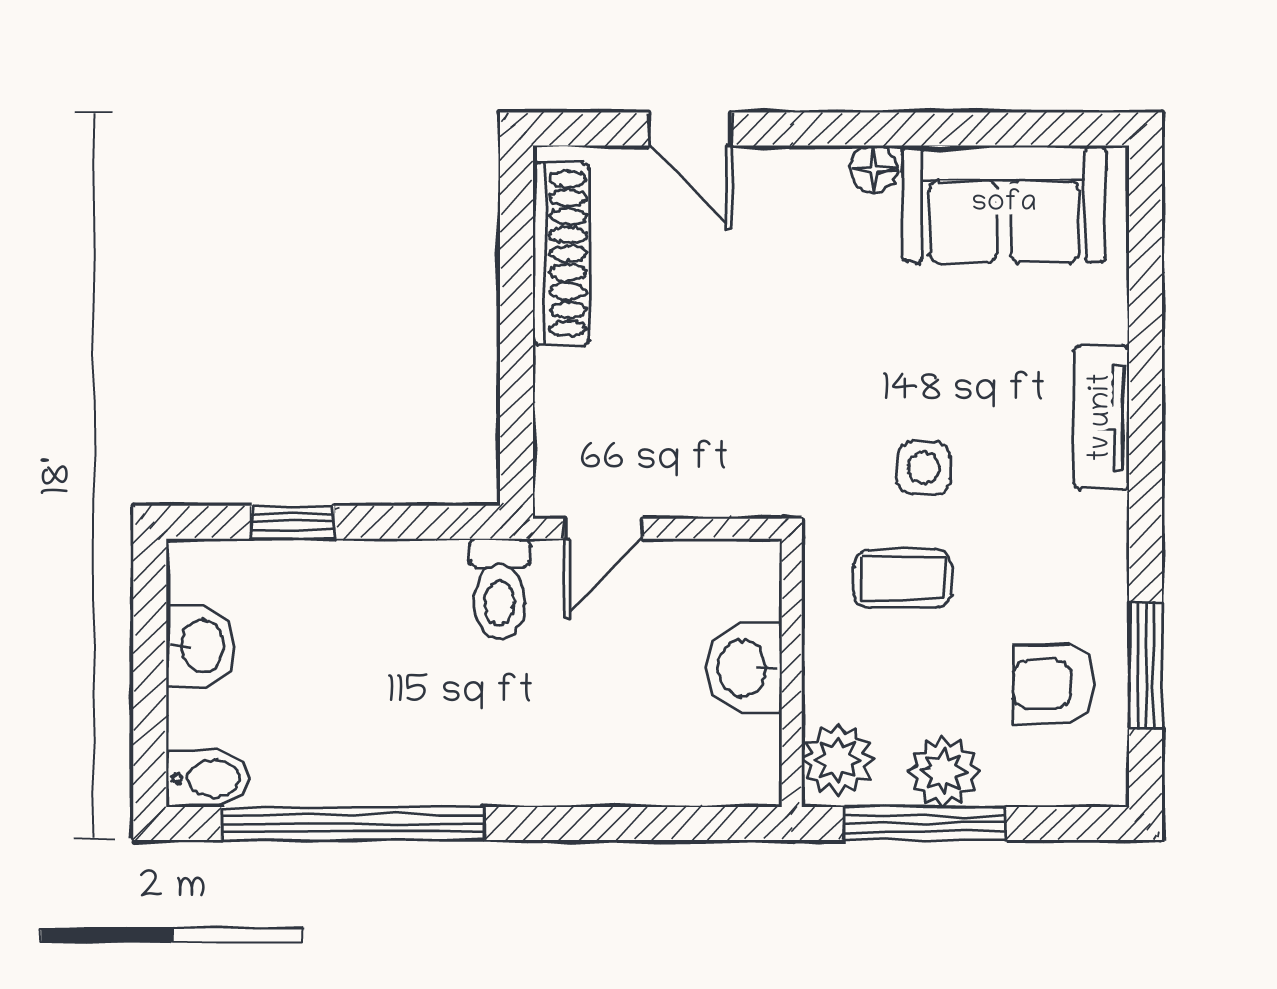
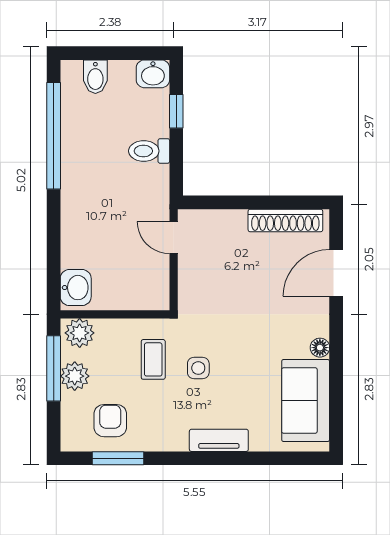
door: (690, 129) -> (336, 273), width x1.38
toilet: (500, 589) -> (149, 151), moved
washbasin: (201, 646) -> (153, 74), moved
washbasin: (744, 668) -> (76, 288), moved, turned 90
bidet: (208, 778) -> (95, 77), moved

